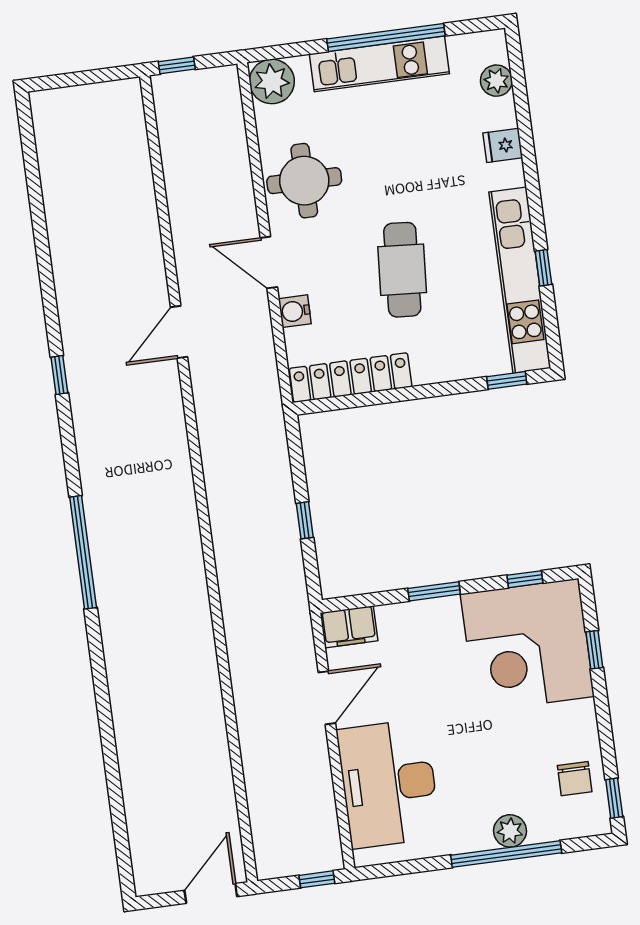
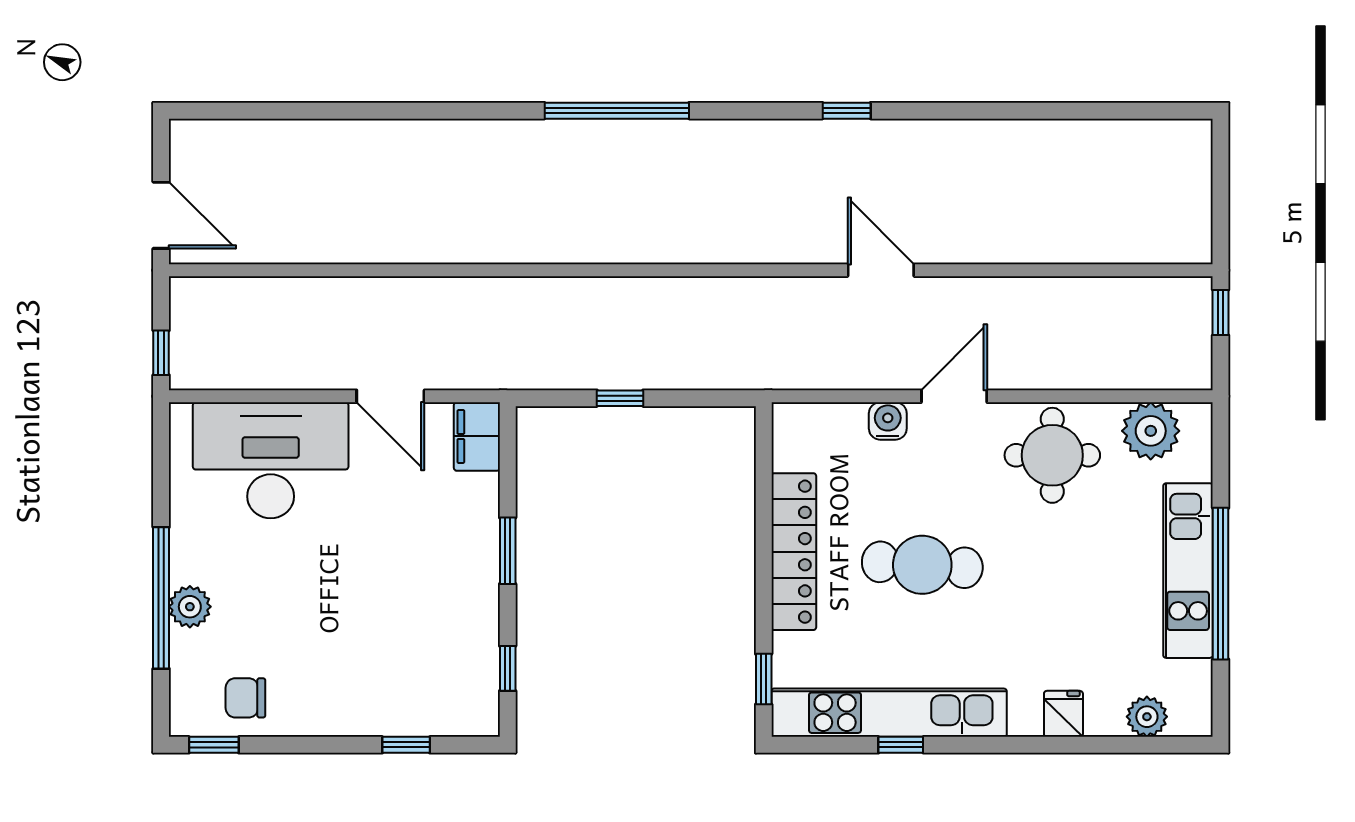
plant: (272, 81) -> (1151, 431), moved
locker: (351, 378) -> (794, 552), moved
corner desk: (527, 645) -> (423, 660), removed

